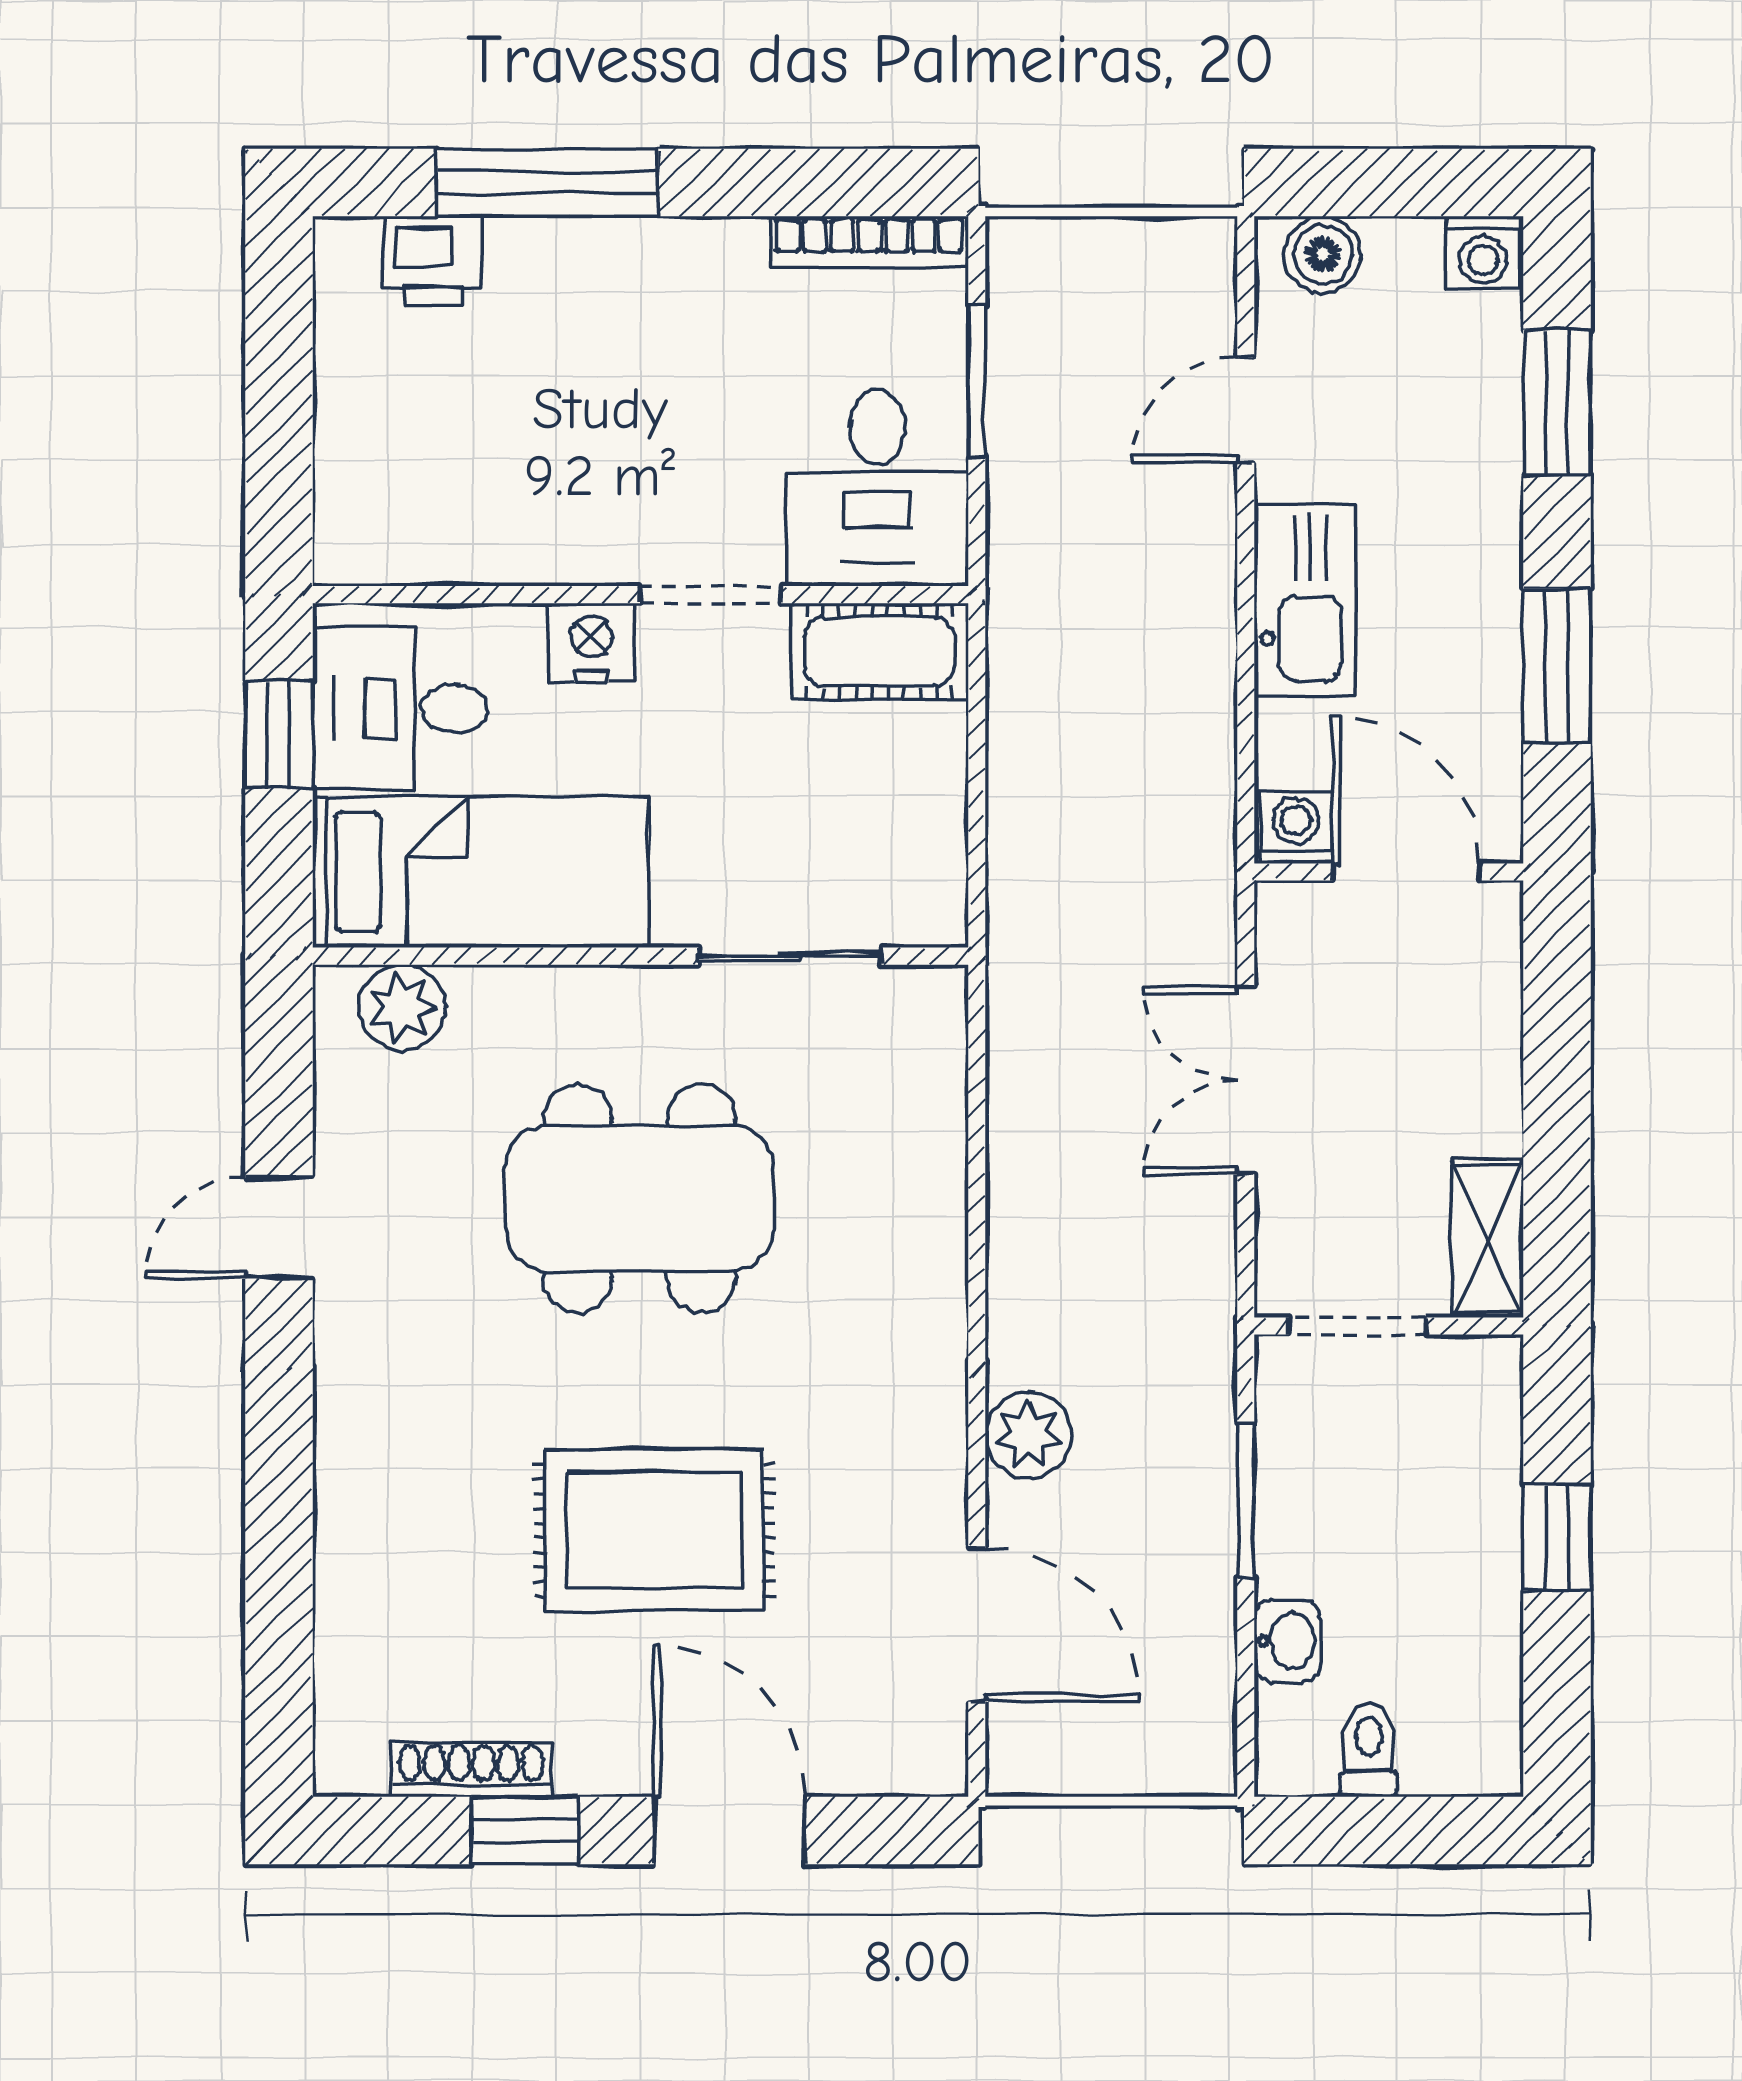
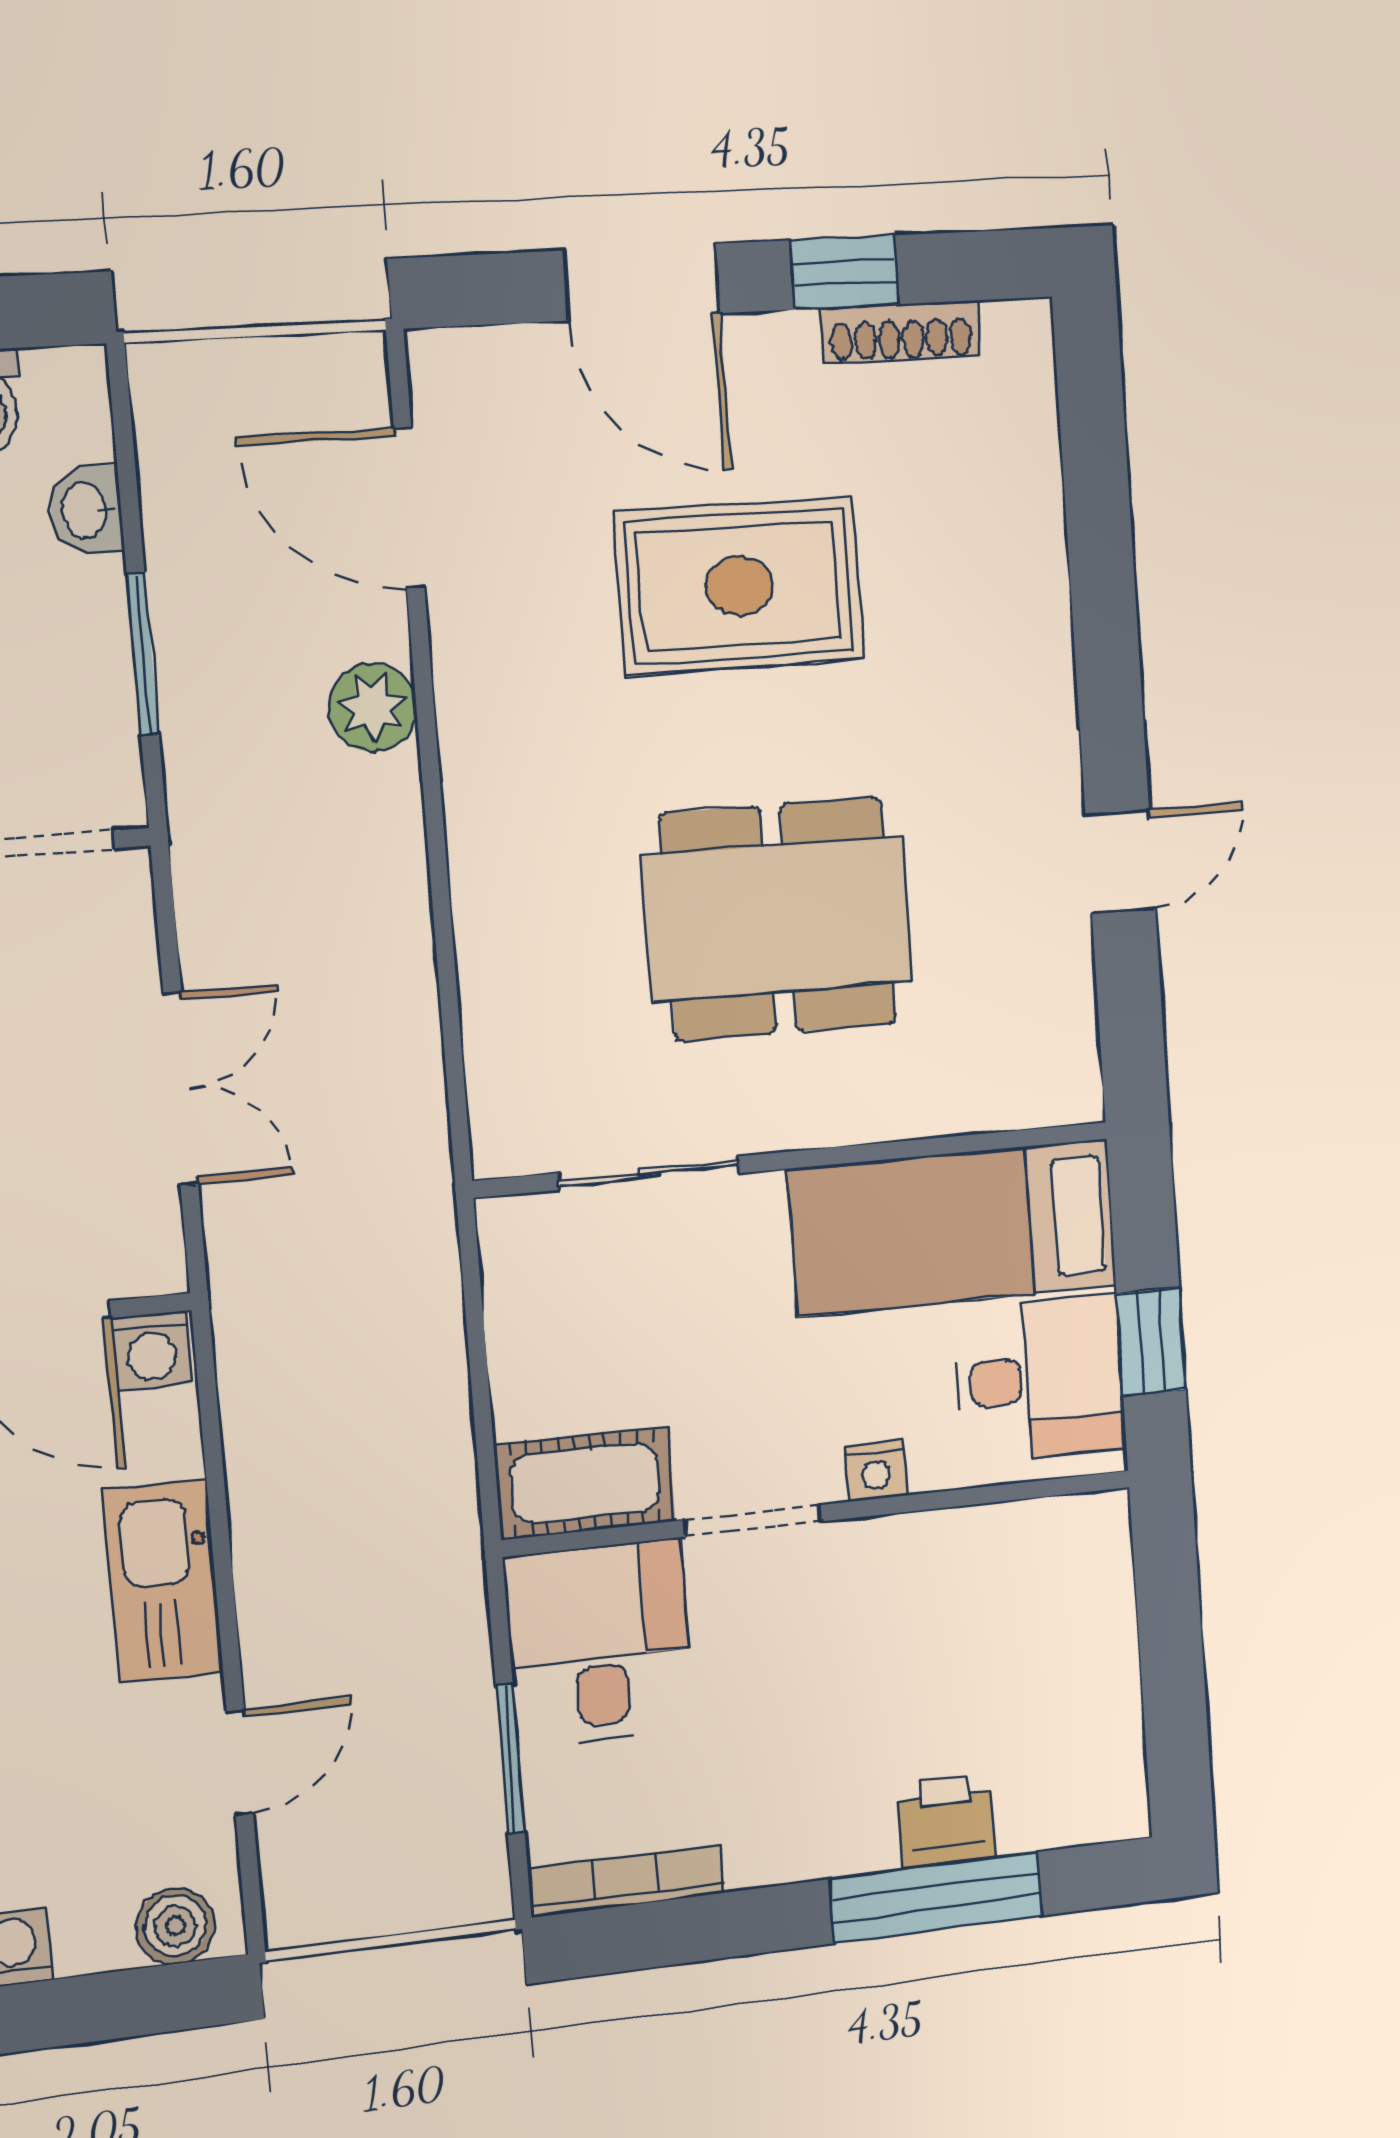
printer: (433, 261) -> (946, 1821), moved
nightstand: (591, 642) -> (876, 1470), width x0.72, depth x0.74
plant: (402, 1008) -> (1019, 1088), removed

